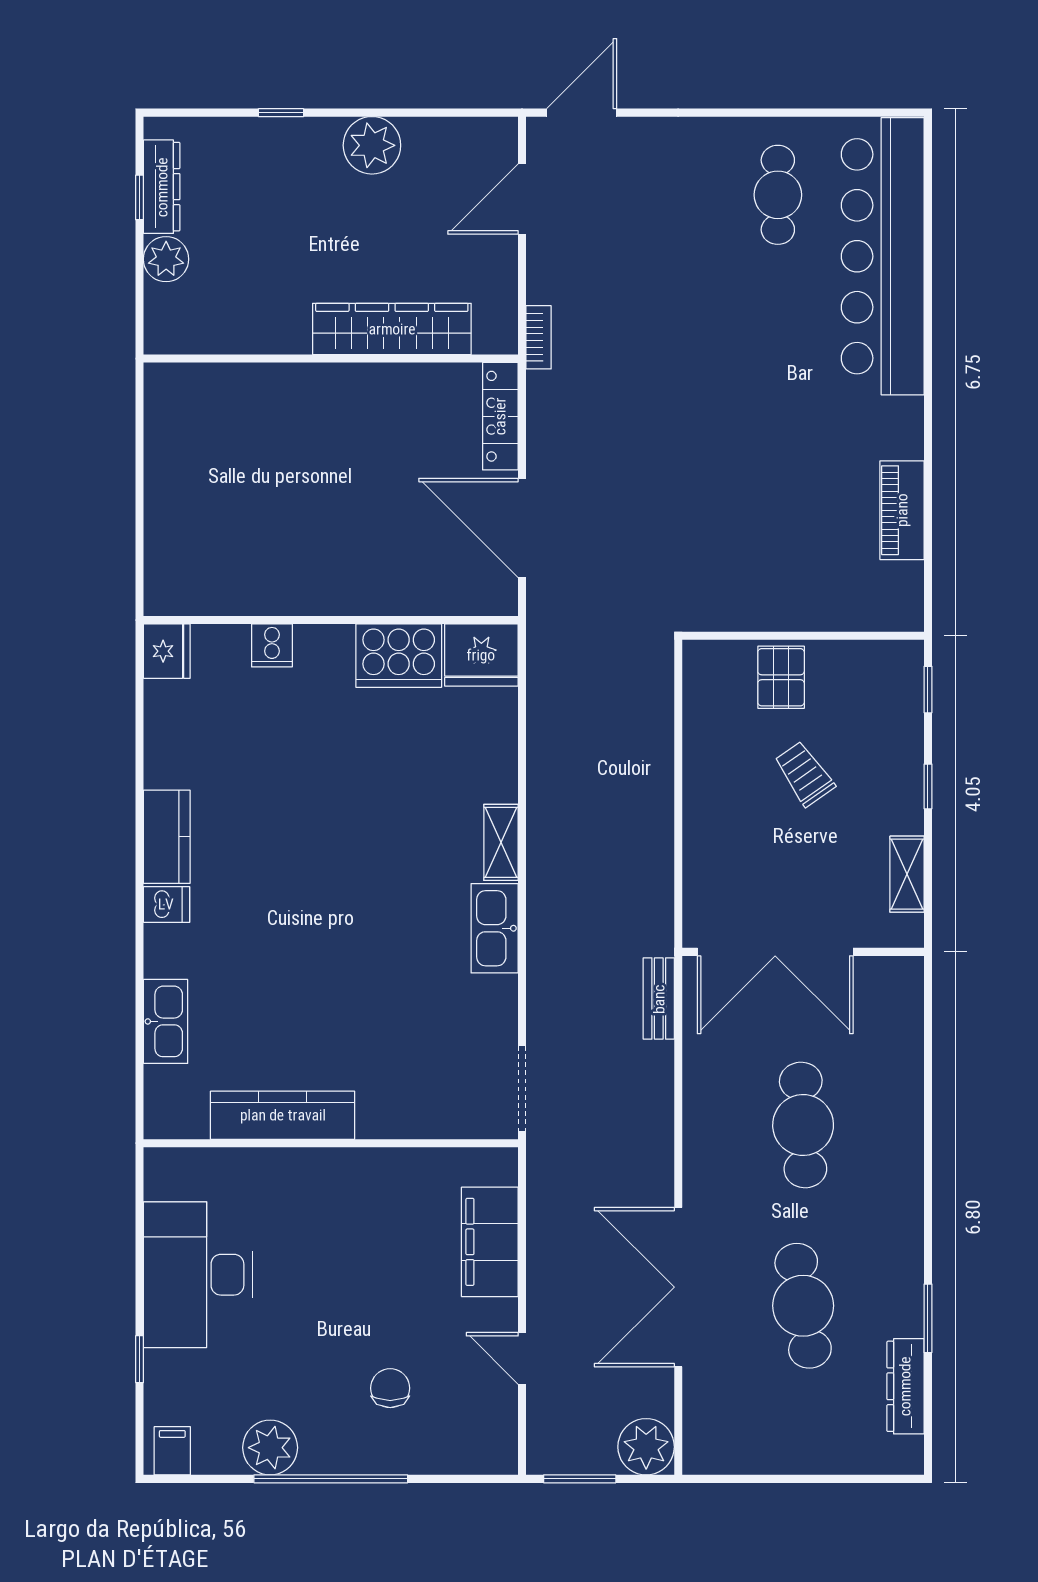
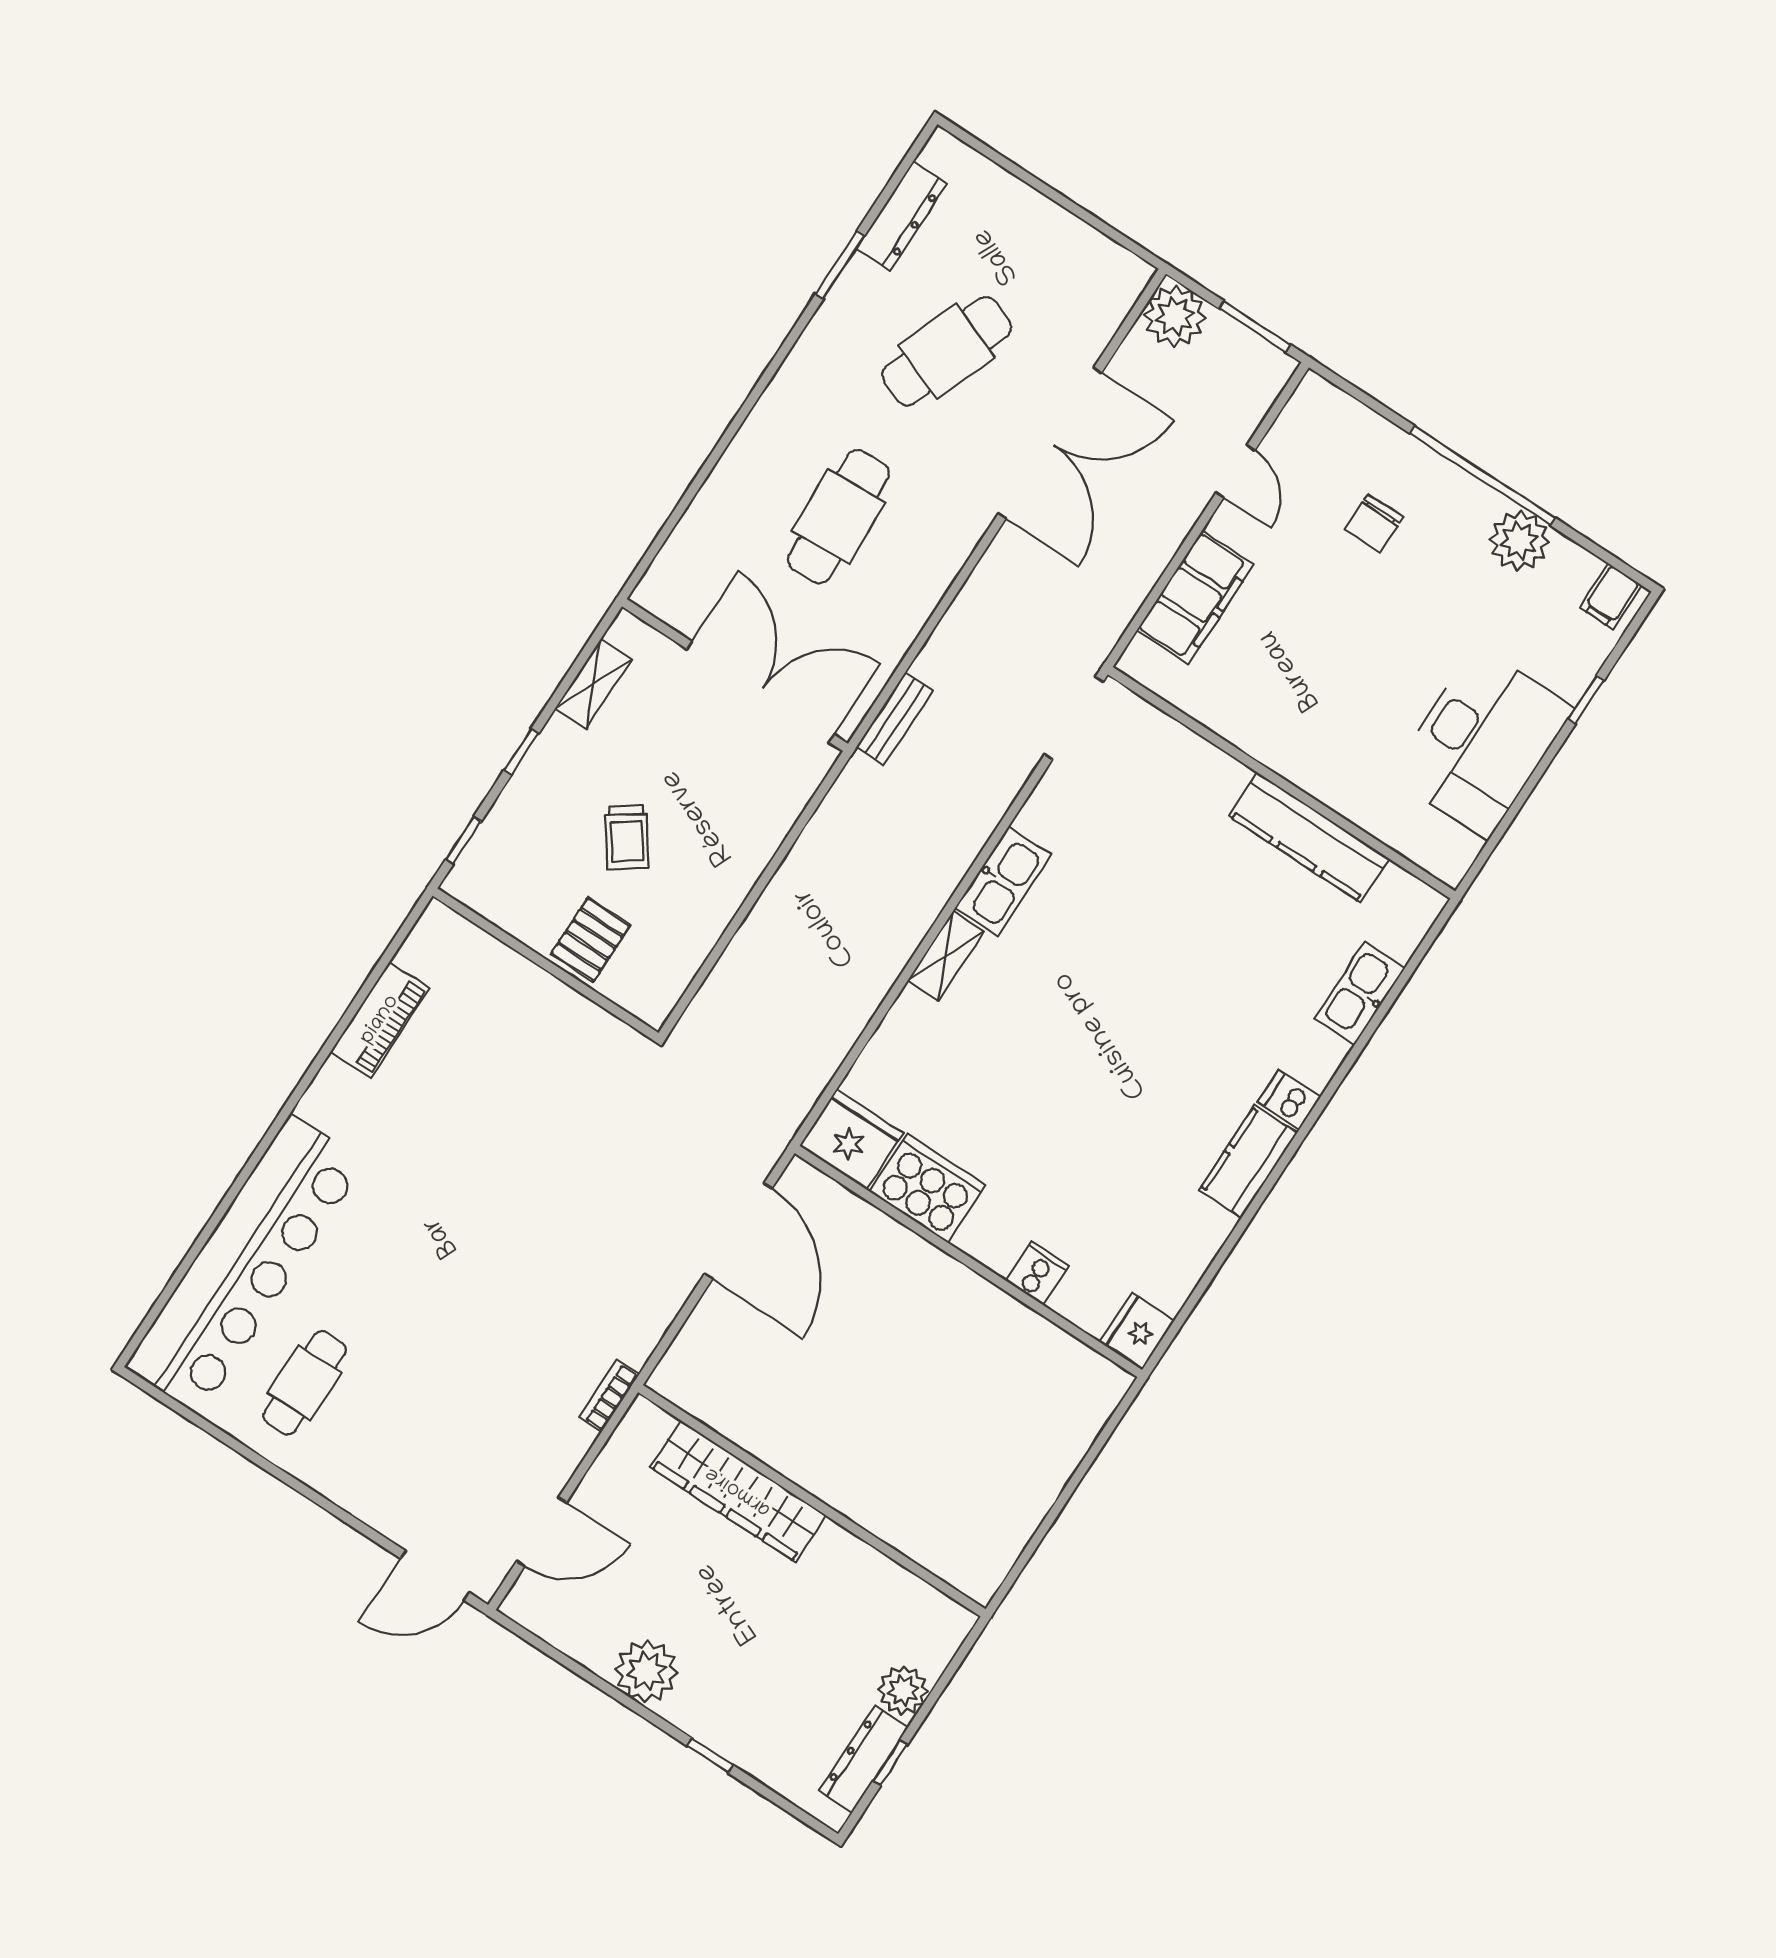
locker: (500, 416) -> (691, 1346), removed
cafe table: (803, 1306) -> (947, 351), turned 30

